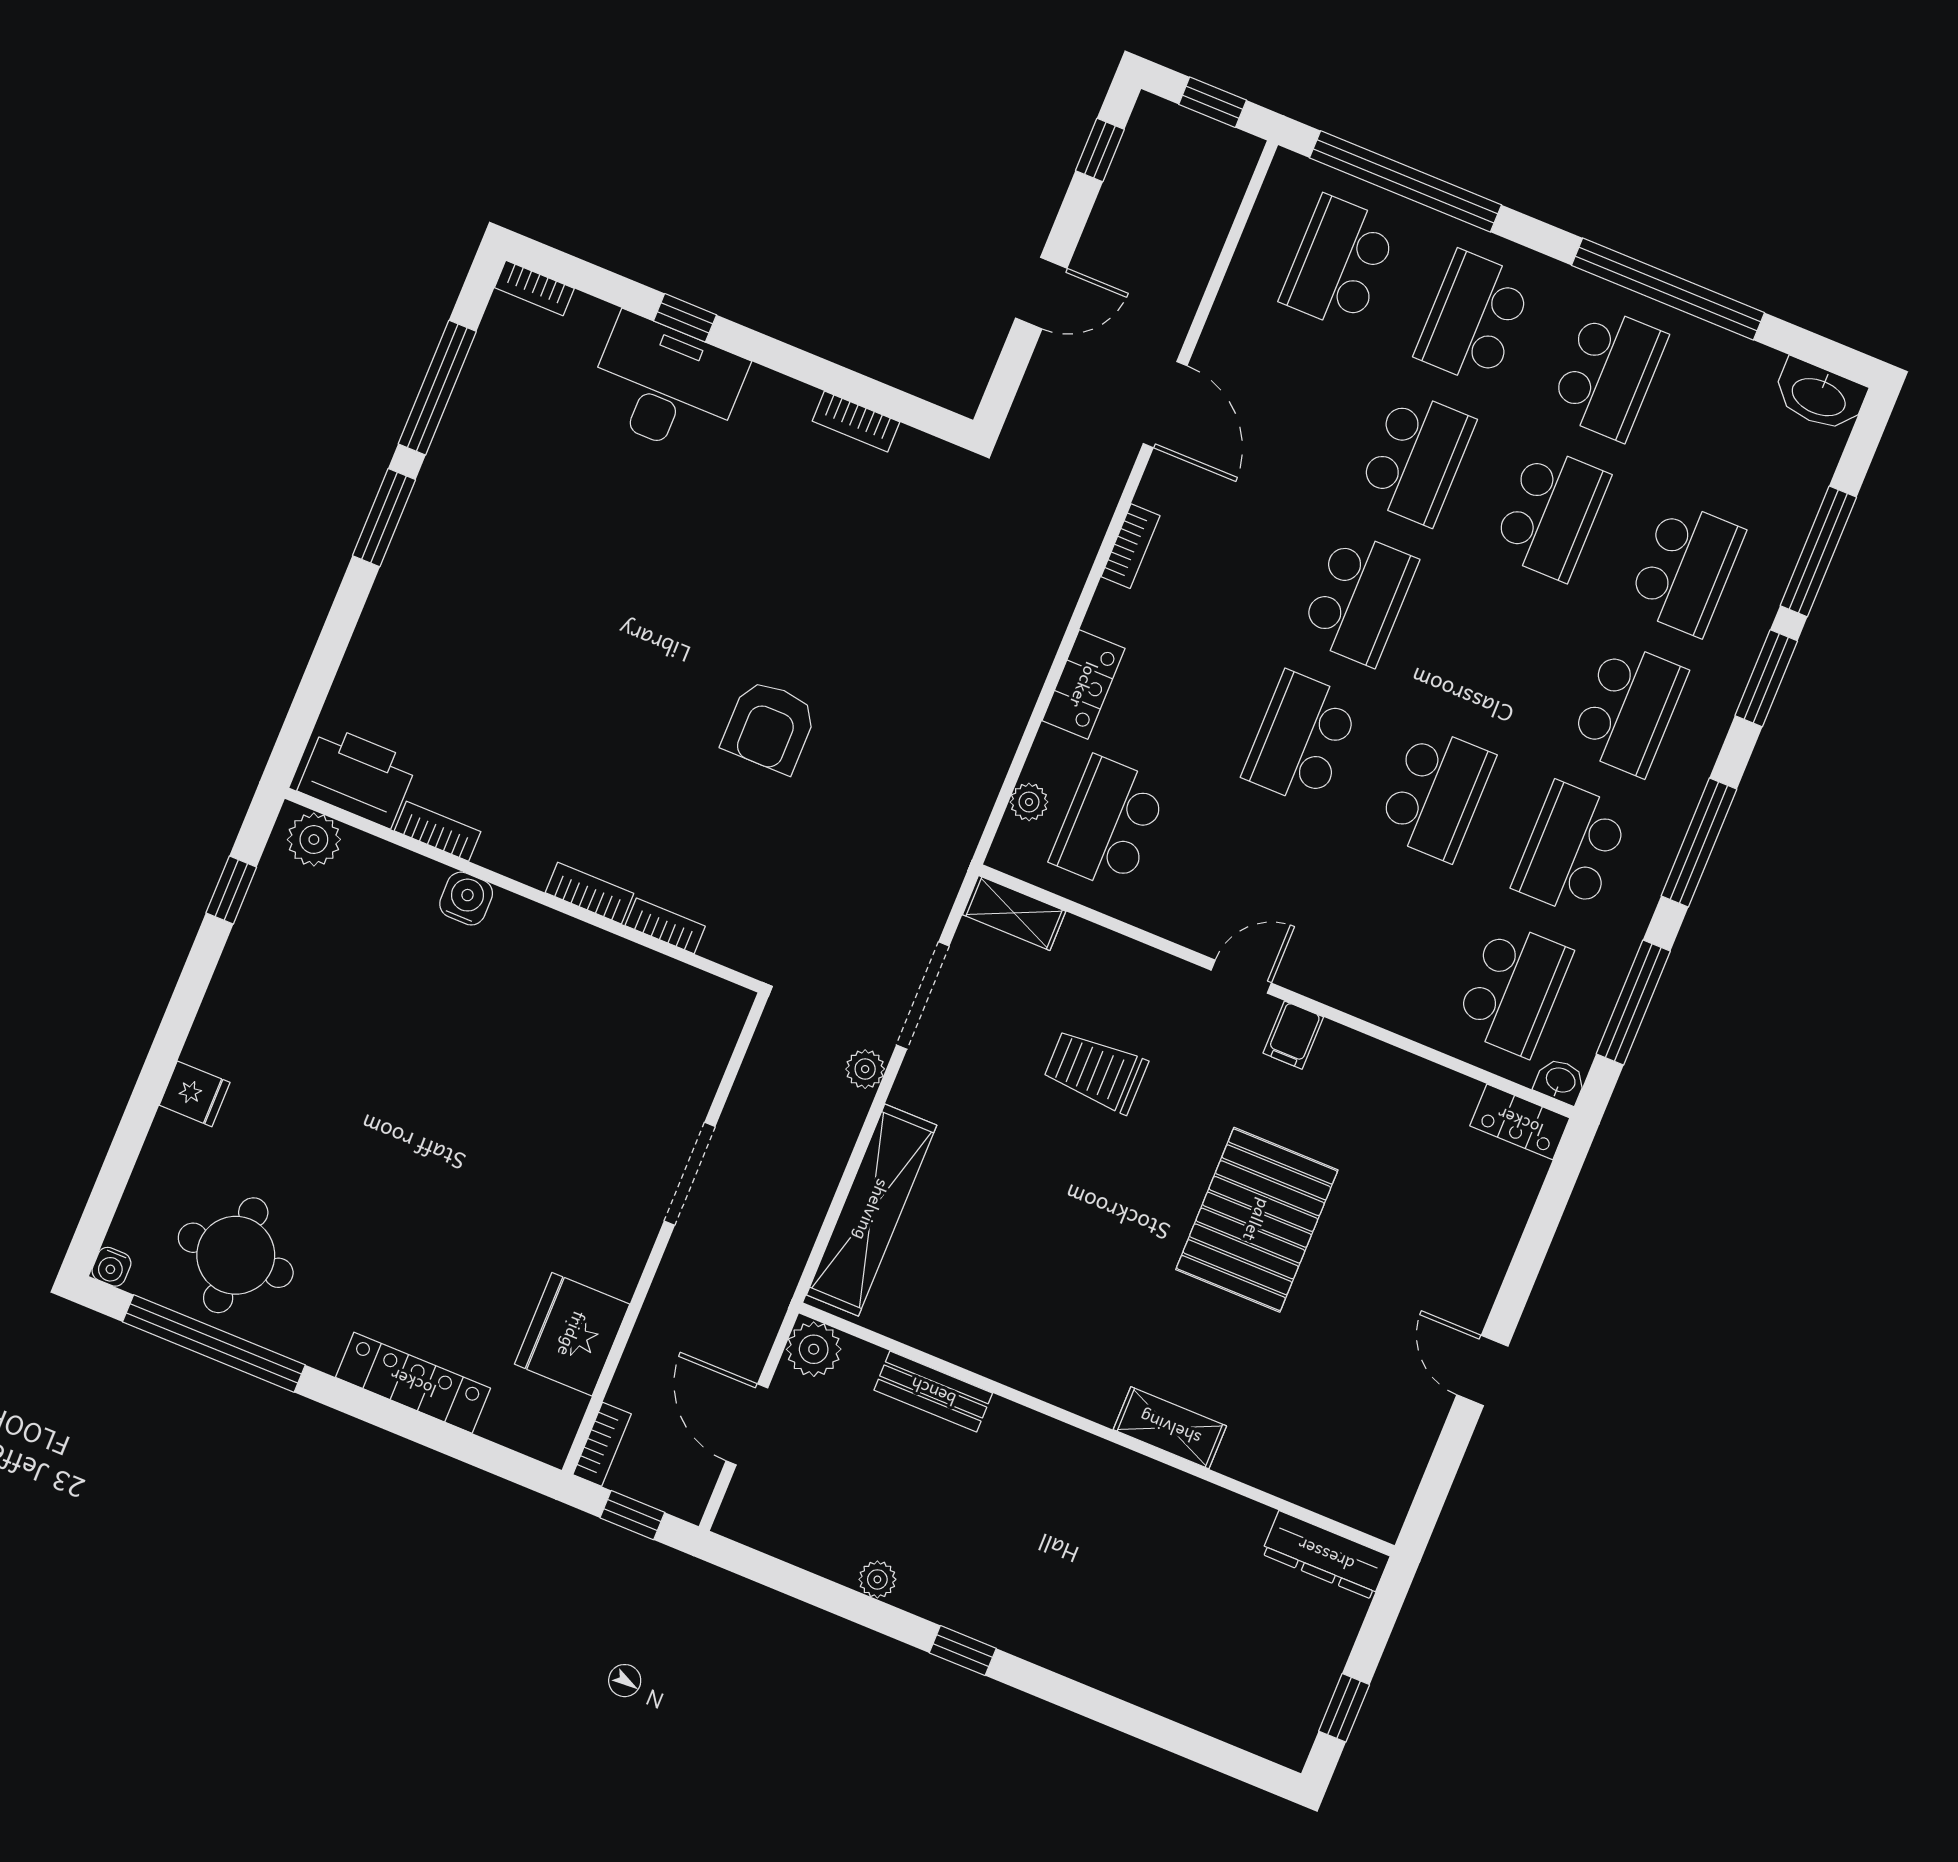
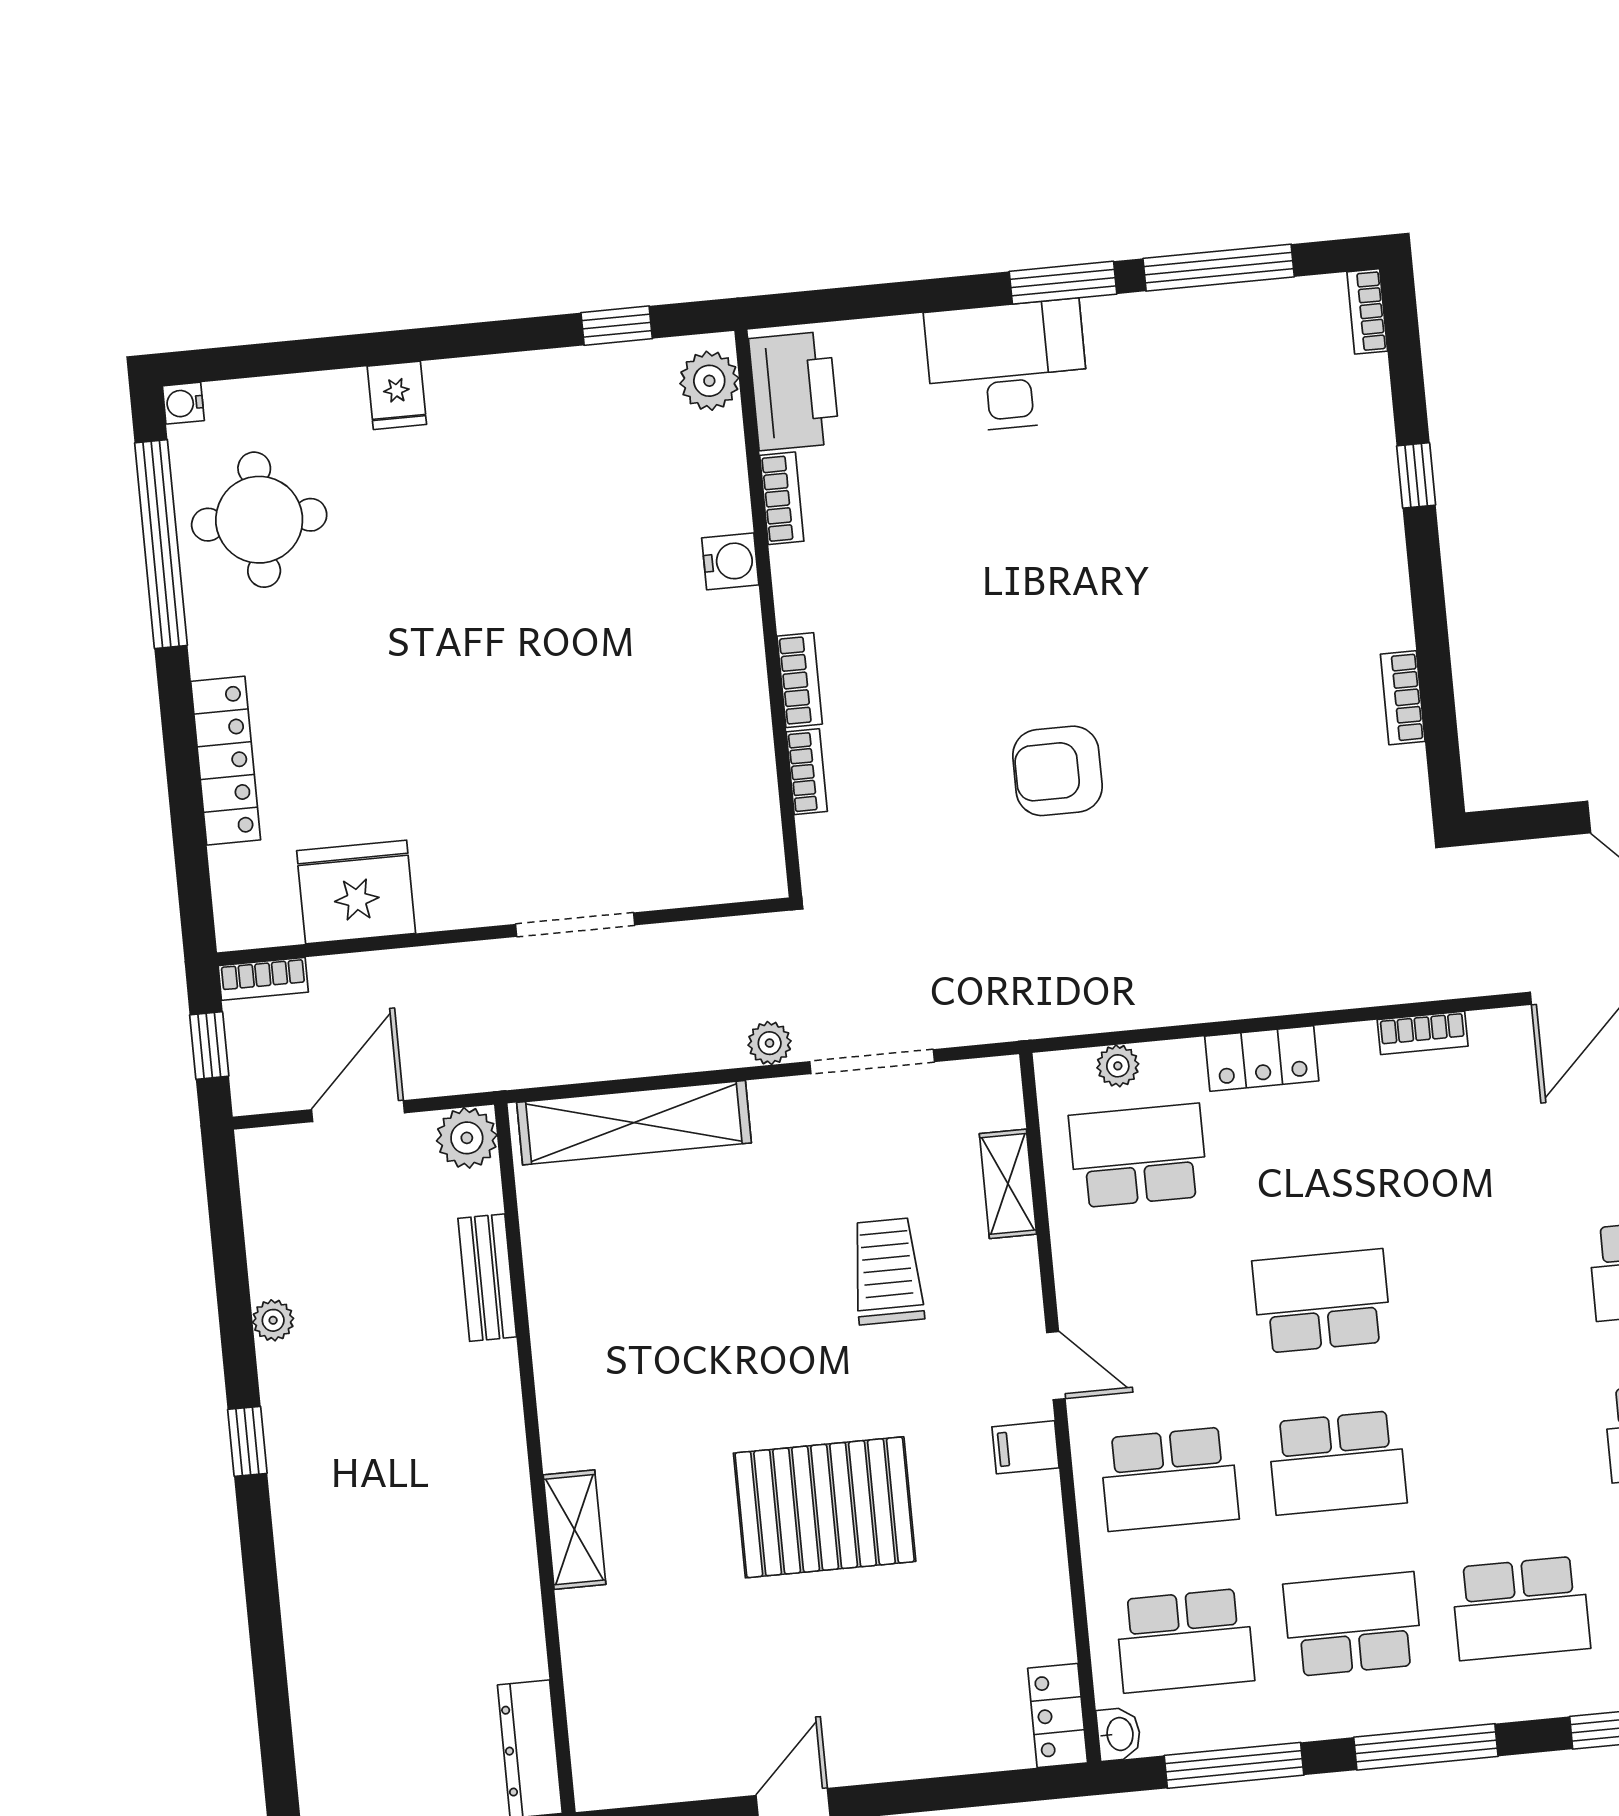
desk: (666, 386) -> (1007, 366), moved, turned -90
school desk: (1359, 598) -> (1169, 1479), moved
shelving: (1014, 913) -> (1008, 1184), moved

